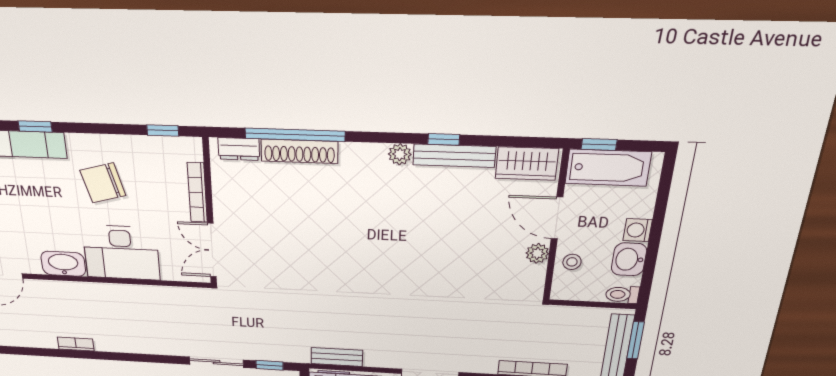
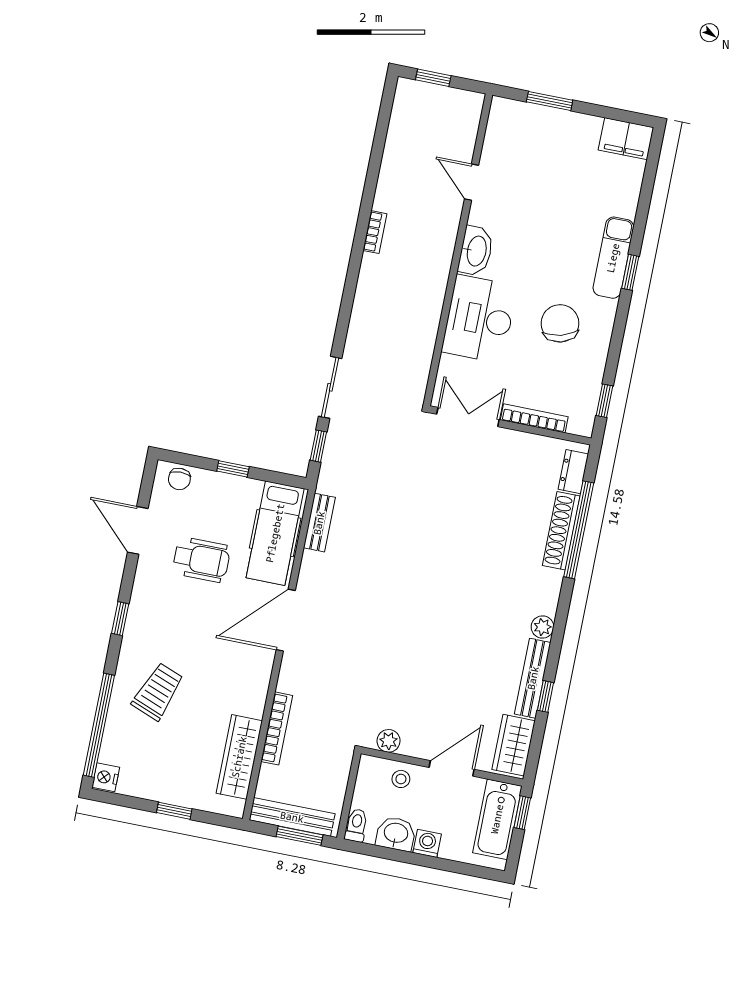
window: (444, 139) -> (546, 696), moved
plant: (537, 253) -> (389, 741), moved

